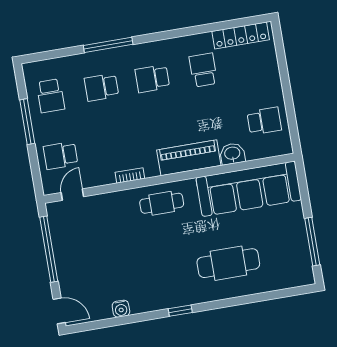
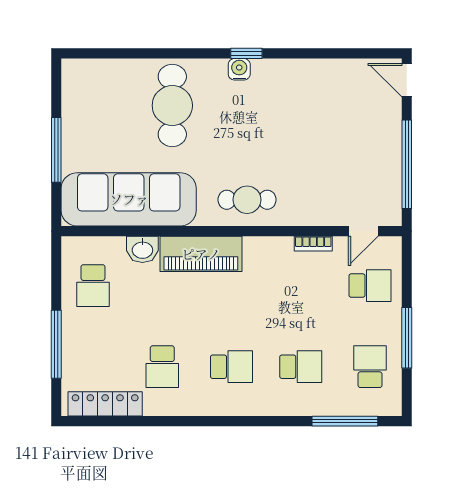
window: (108, 45) -> (345, 421), moved
window: (284, 73) -> (56, 344), added
school desk: (264, 121) -> (93, 286), turned -90
bookcase: (130, 175) -> (313, 244), moved
window: (312, 242) -> (56, 150), moved
cafe table: (228, 263) -> (172, 106), turned 90
water cooler: (121, 309) -> (239, 69), moved

